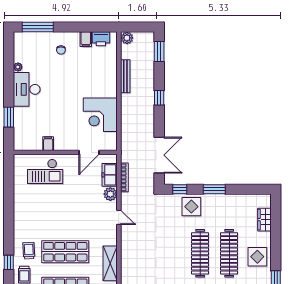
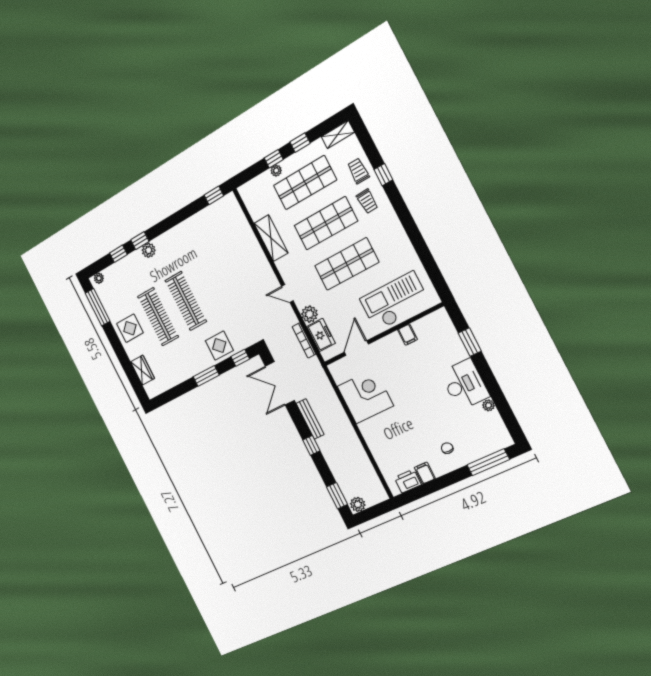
plant: (127, 38) -> (358, 504), moved
bench: (125, 76) -> (310, 419), moved
checkout: (45, 171) -> (395, 301), width x1.36, depth x1.21
shop shelf: (65, 215) -> (347, 264), added

